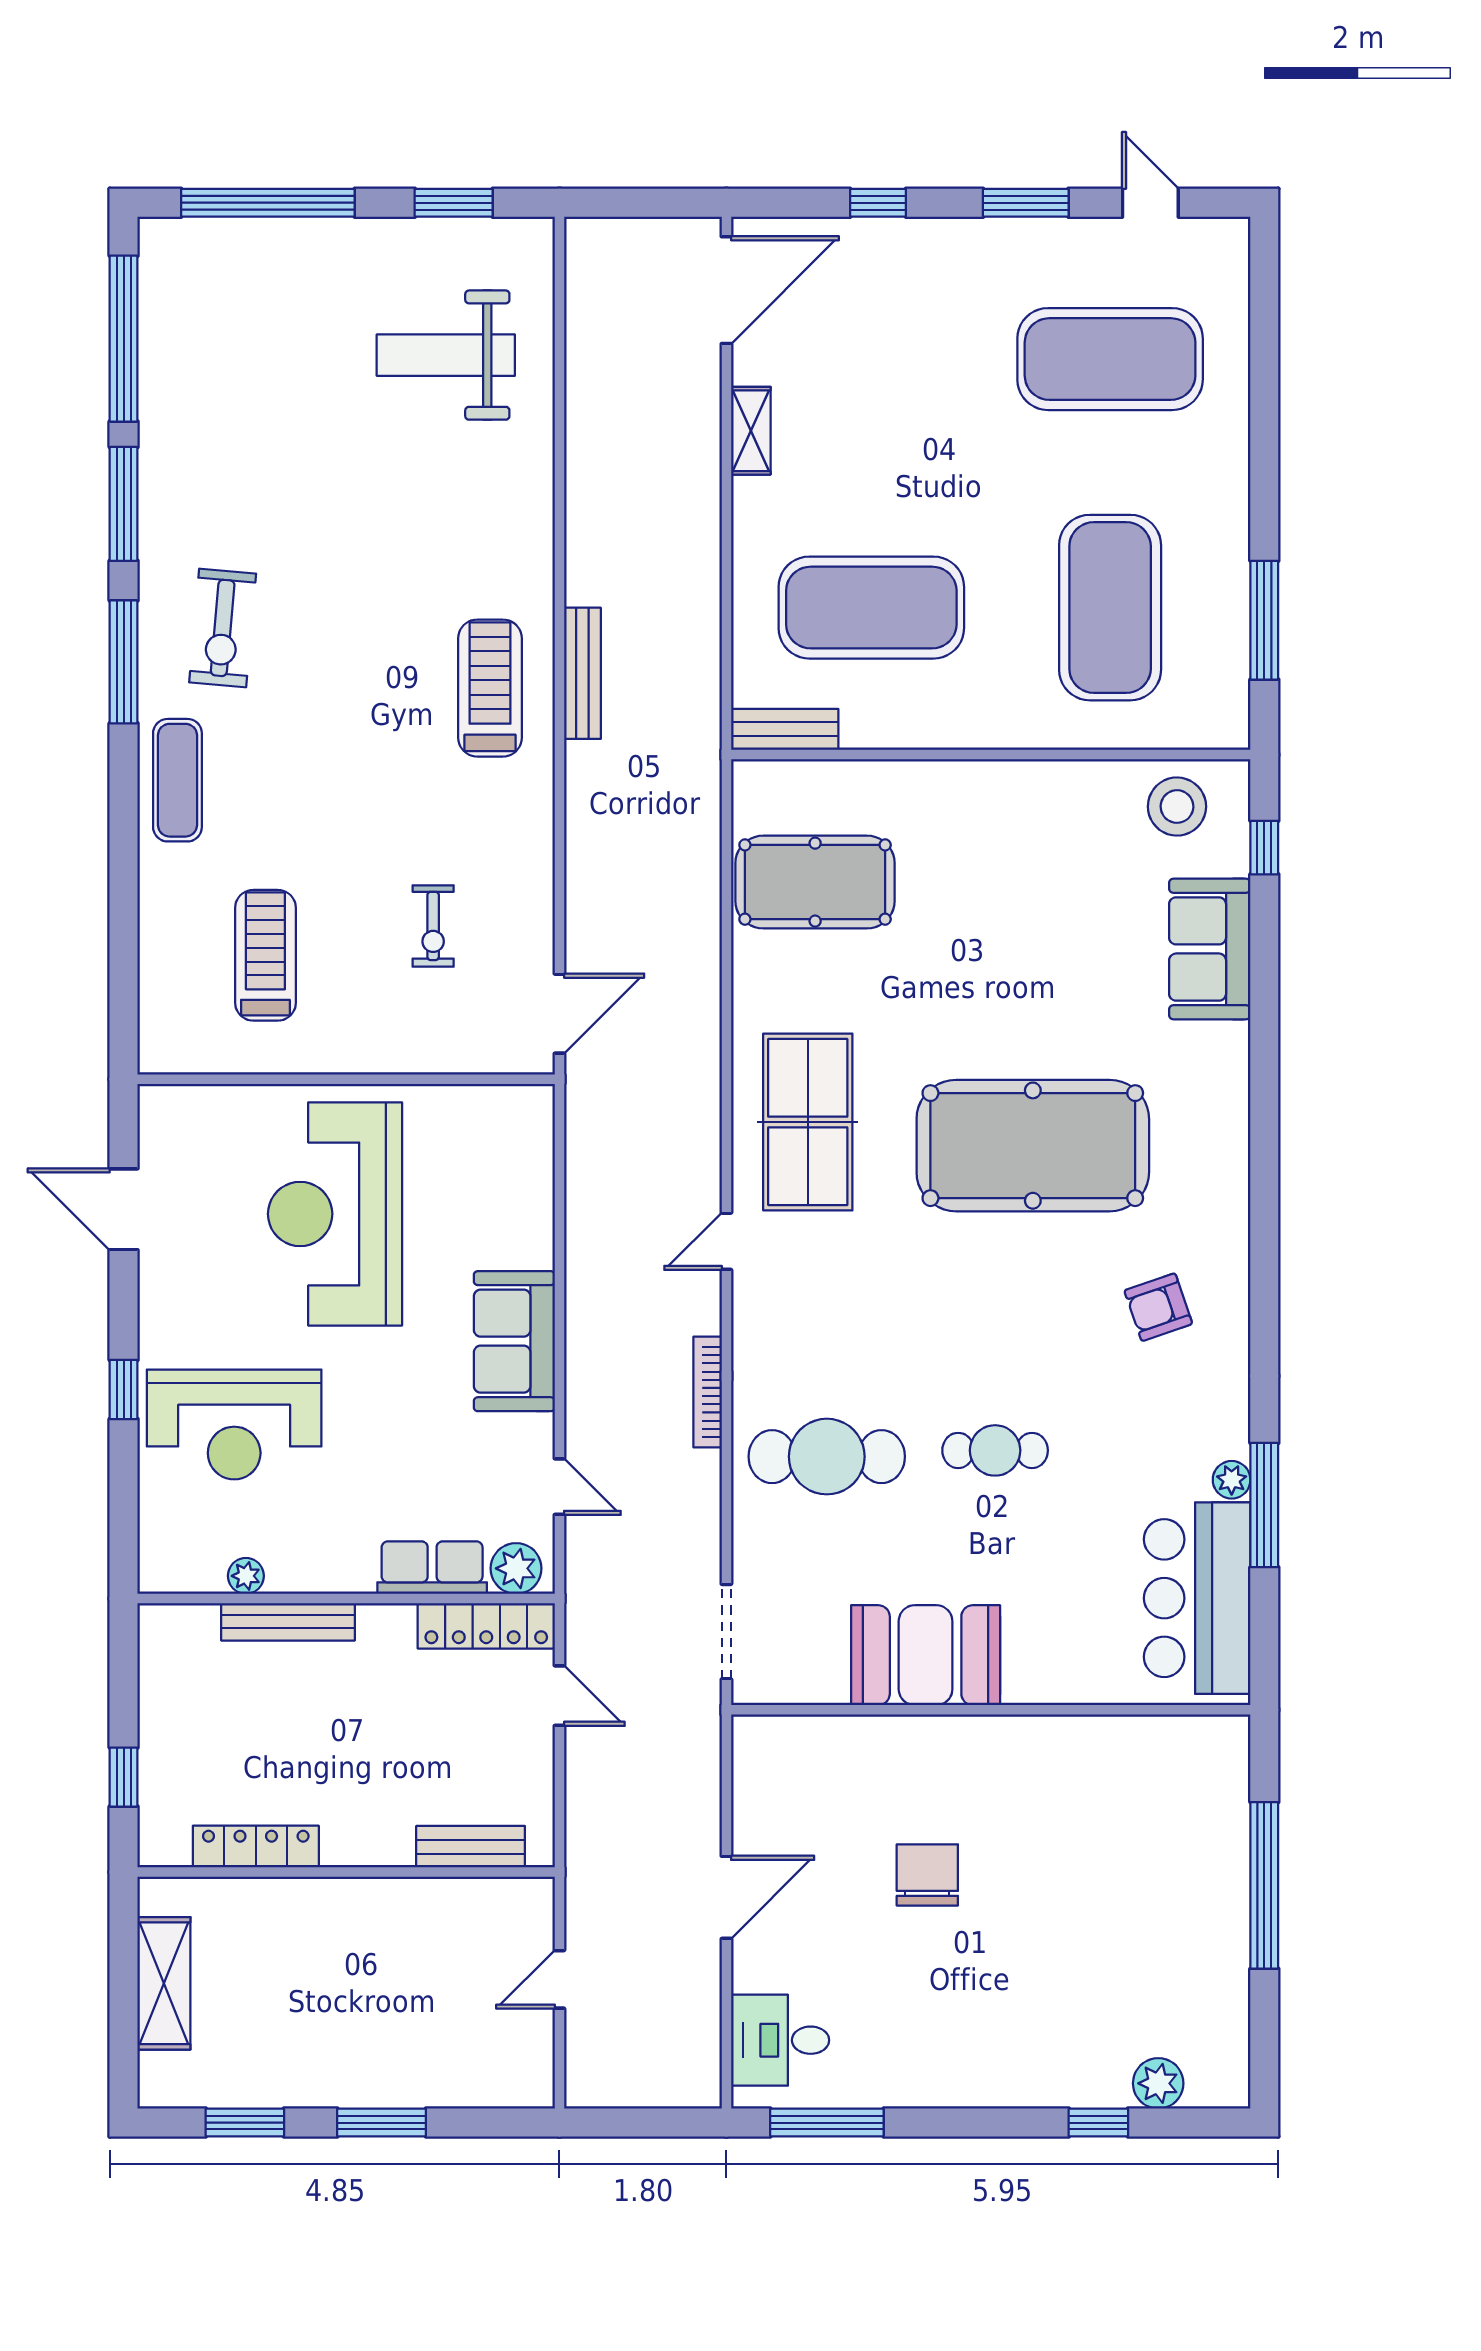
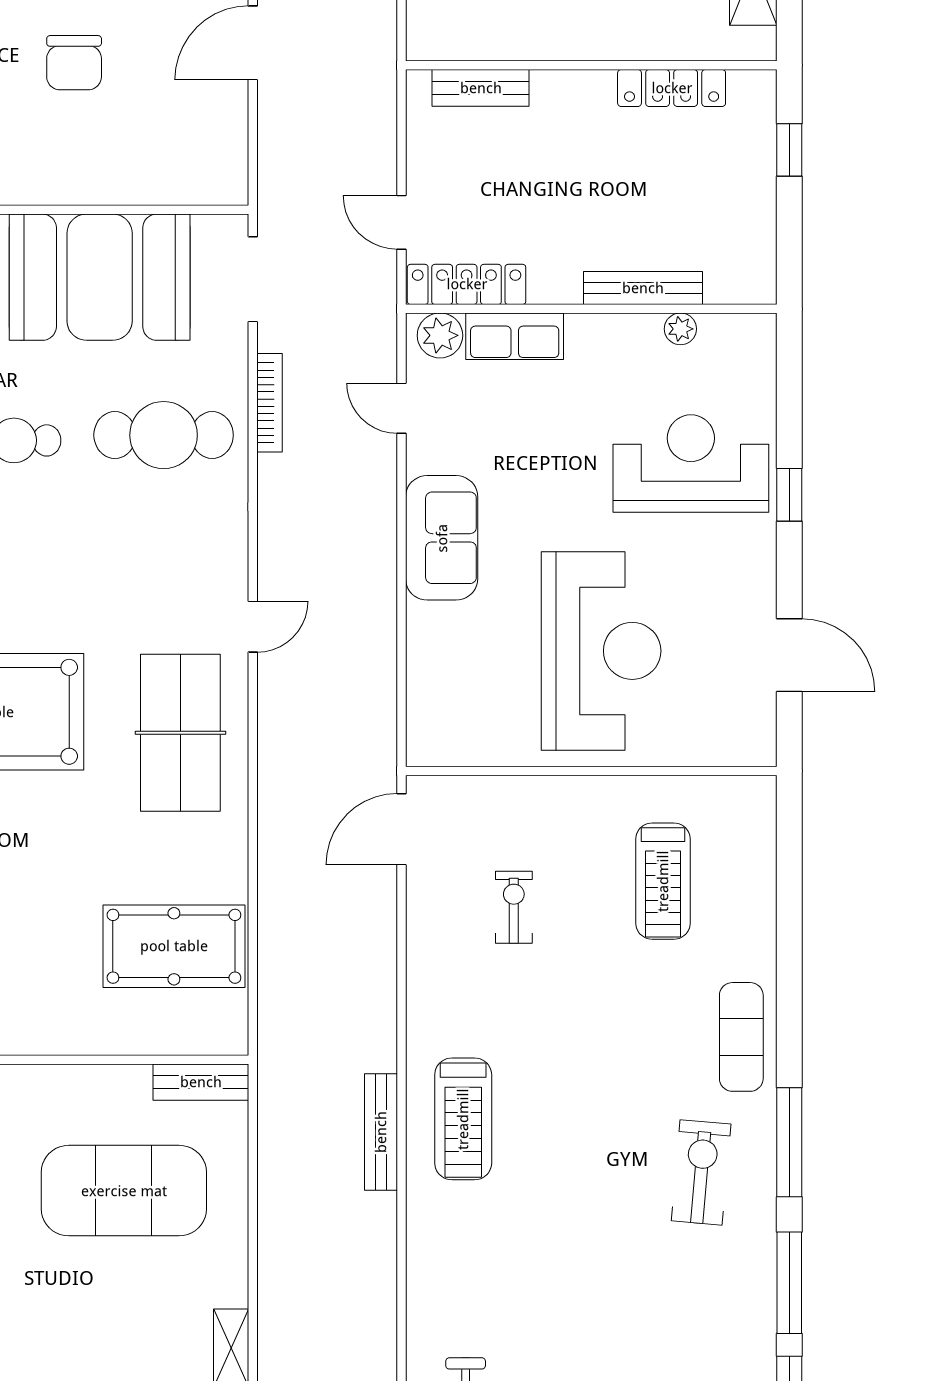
bookcase: (708, 1392) -> (270, 403), moved
booth: (926, 1655) -> (100, 277), width x1.36, depth x1.42

